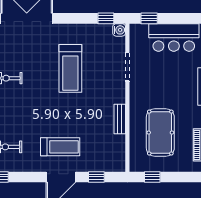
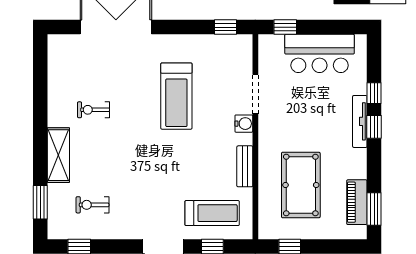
water cooler: (119, 30) -> (244, 124), moved
treadmill: (60, 147) -> (212, 213), moved

